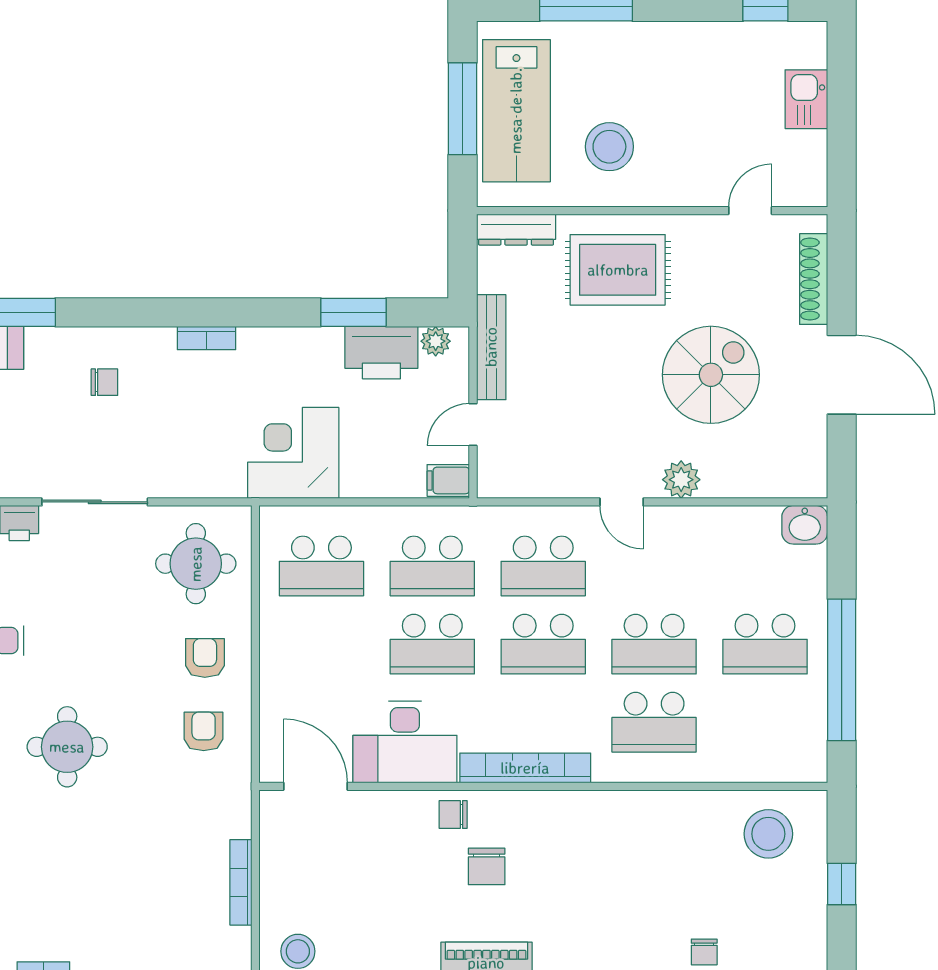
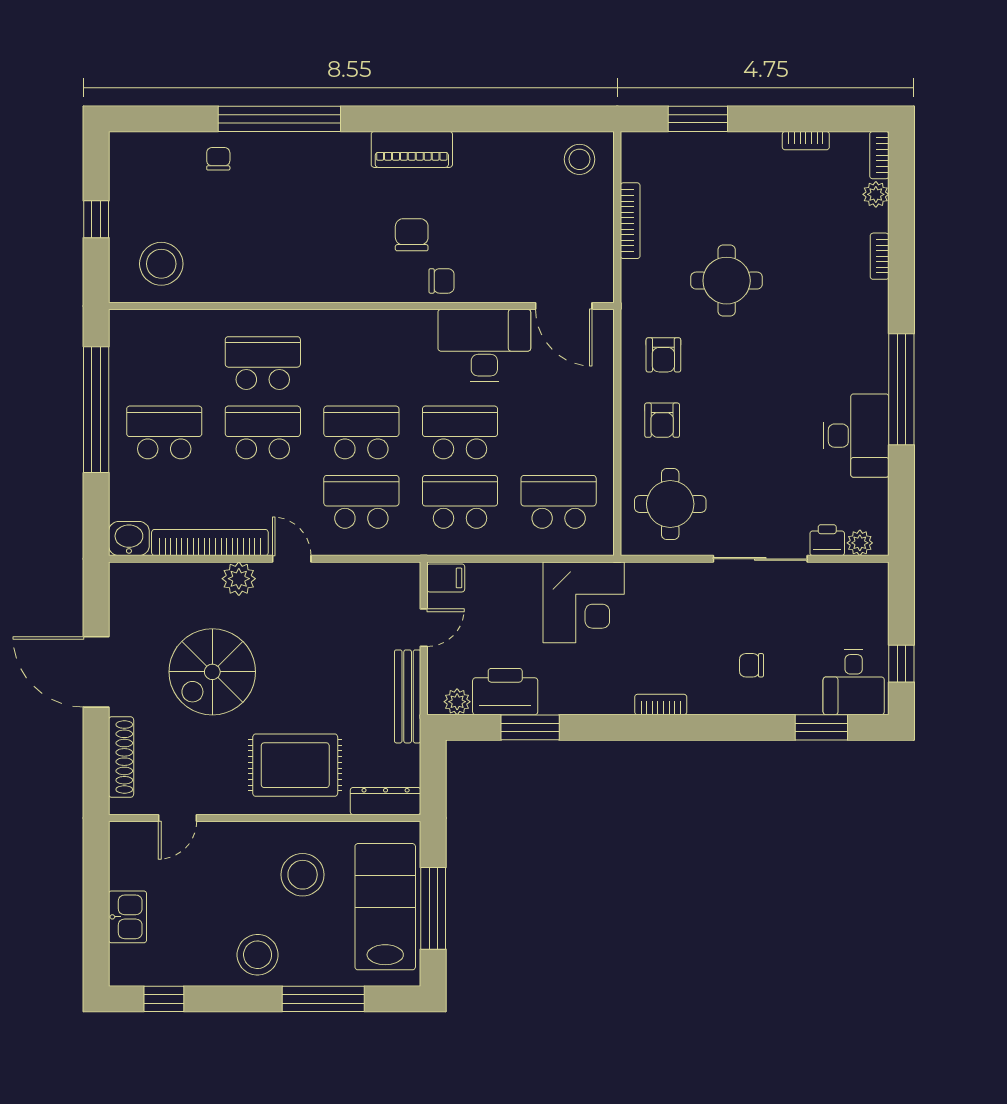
stool: (660, 57) -> (258, 955), added
round table: (67, 747) -> (727, 281), moved
bookcase: (525, 768) -> (210, 543), moved, turned 180

